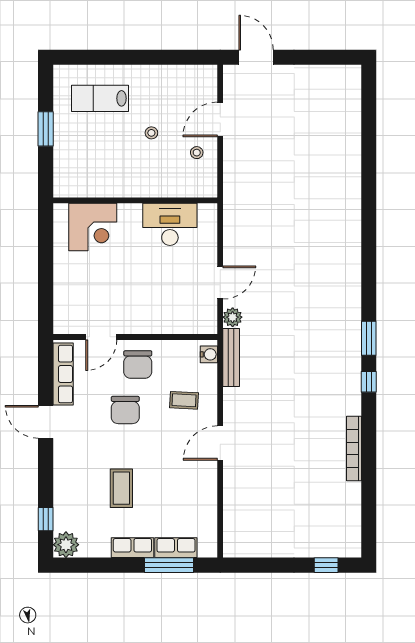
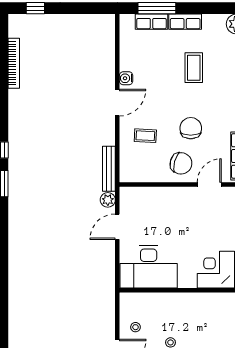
desk: (170, 224) -> (149, 267), width x1.36, depth x1.30
water cooler: (209, 354) -> (126, 78), moved
chair: (138, 364) -> (181, 163), turned 105
bookcase: (354, 448) -> (14, 63), moved

